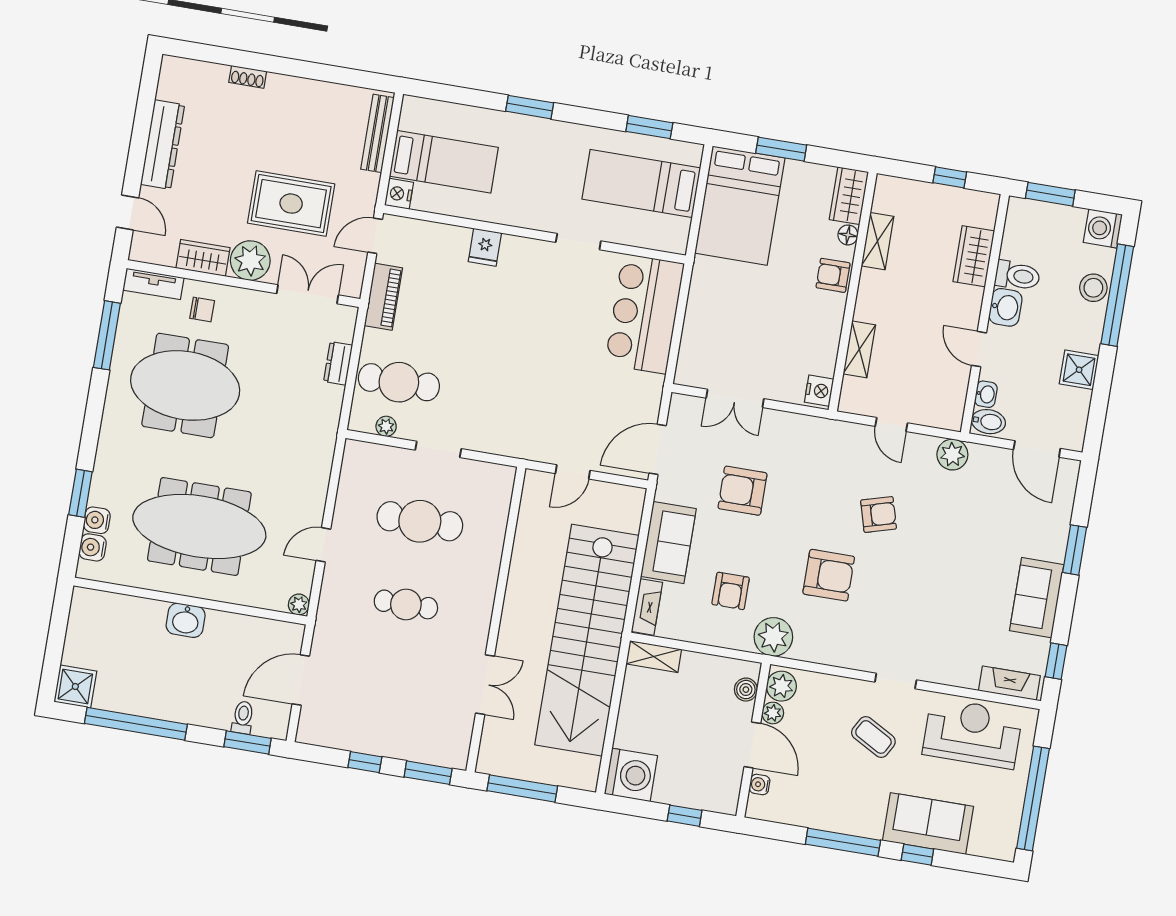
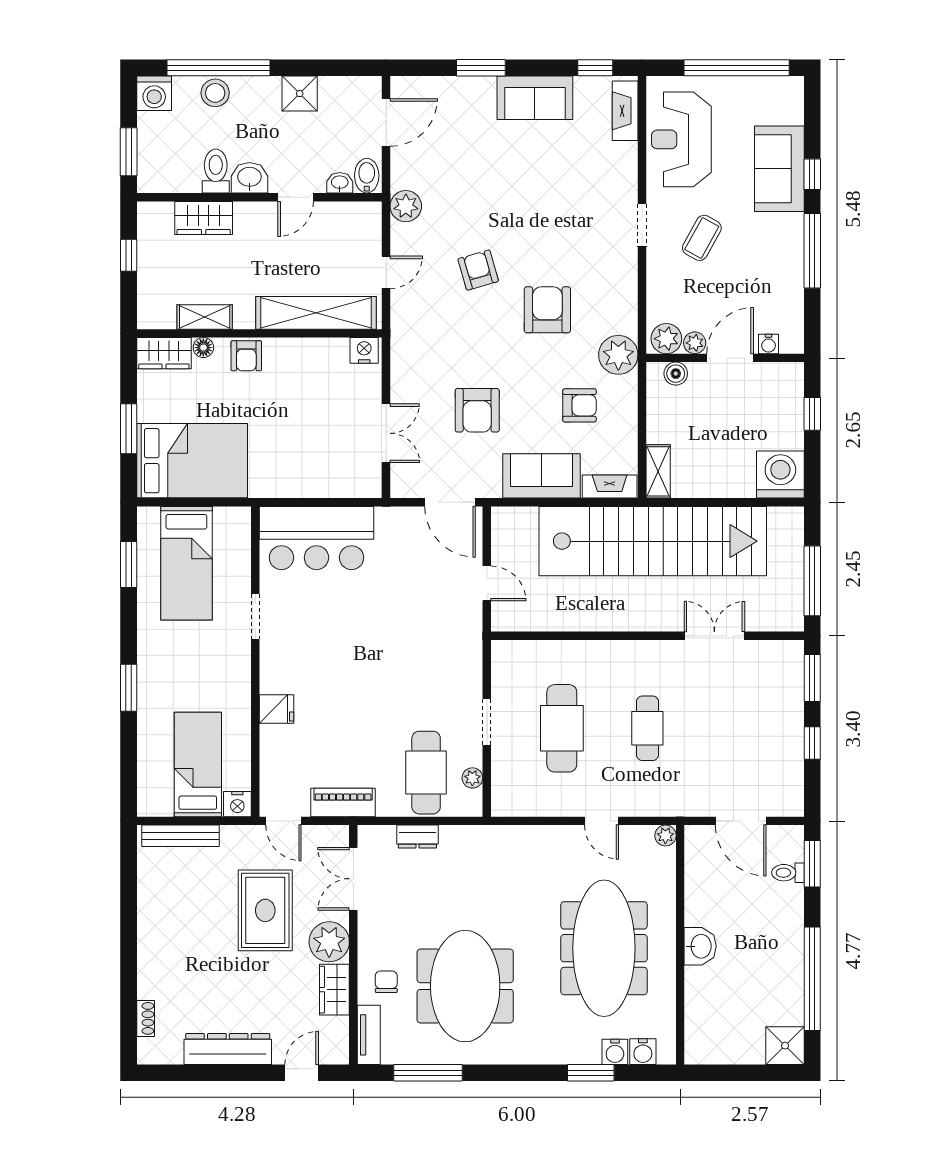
shoe rack: (248, 77) -> (146, 1018), moved
shelving: (859, 349) -> (316, 313), width x2.20, depth x1.33

